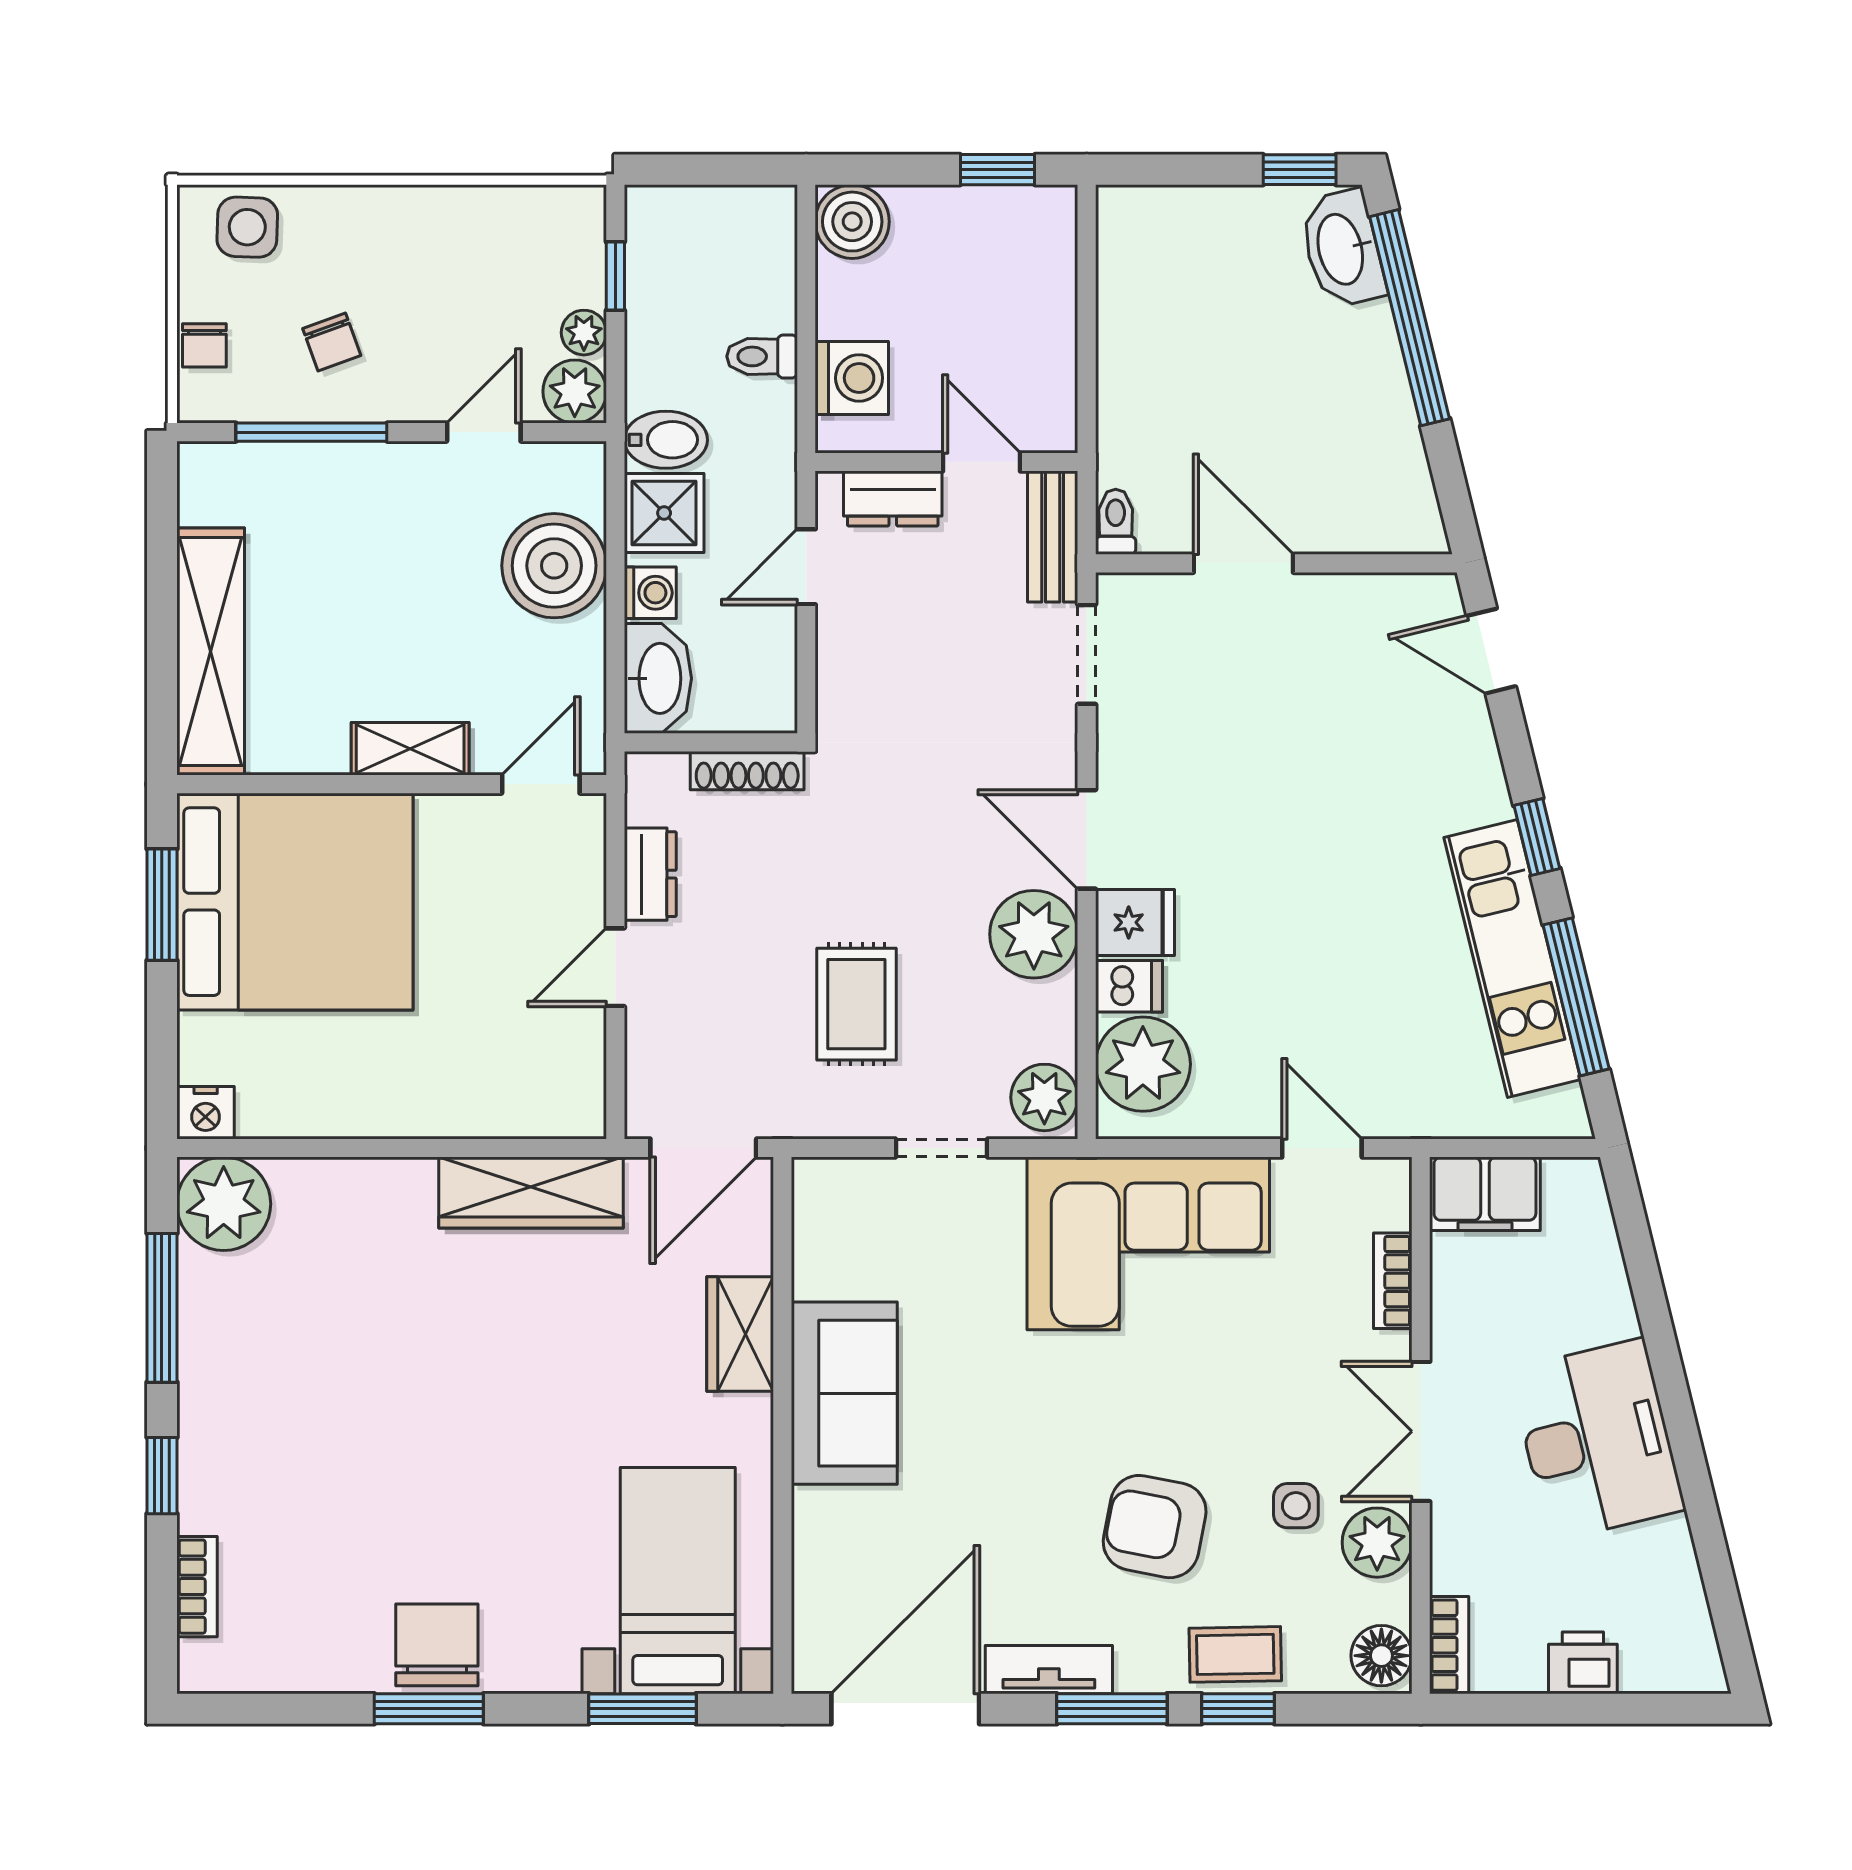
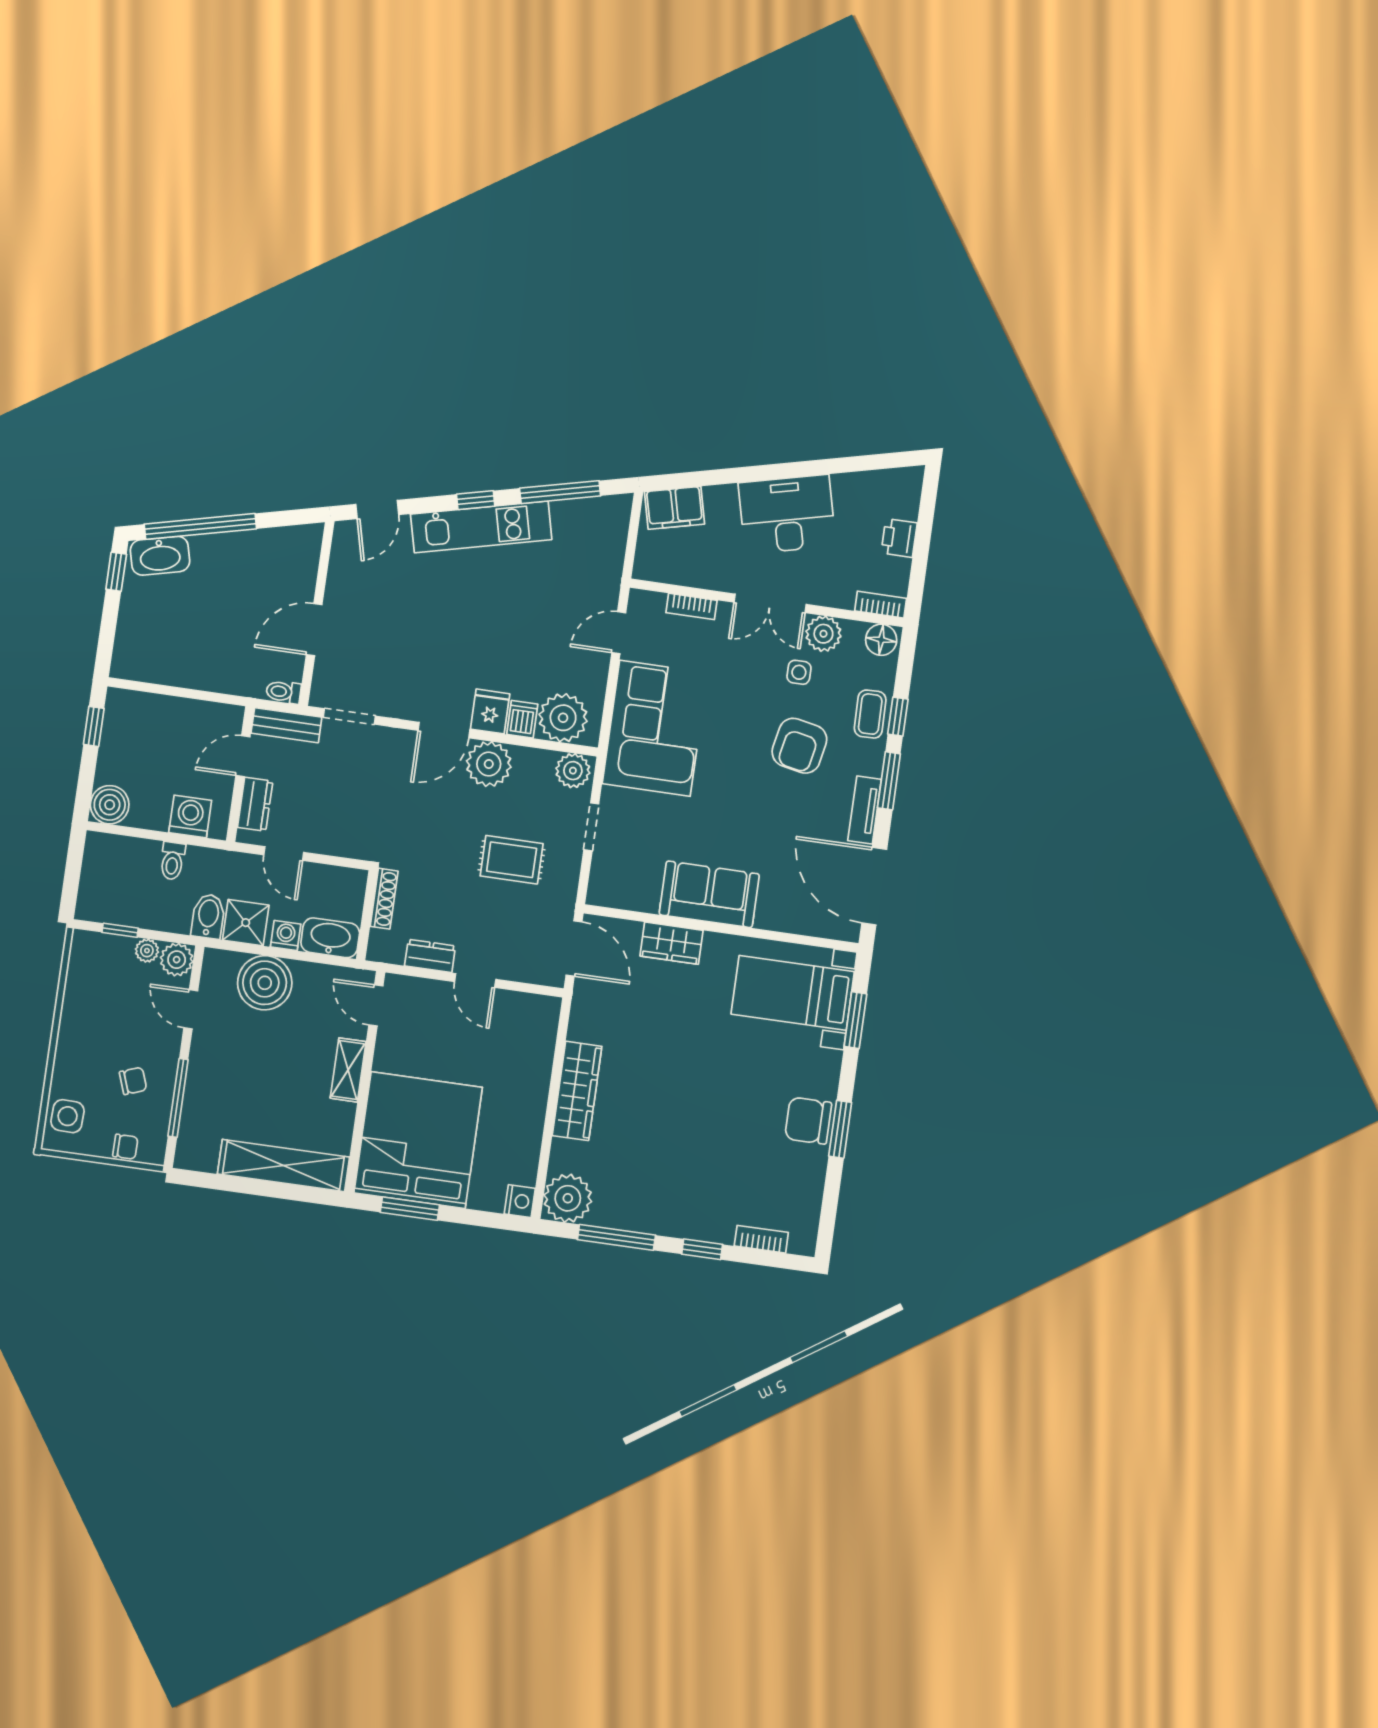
kitchen unit: (1512, 959) -> (481, 527), moved
wardrobe: (531, 1193) -> (577, 1091), moved
filing cabinet: (1485, 1194) -> (675, 508), moved, turned 76

